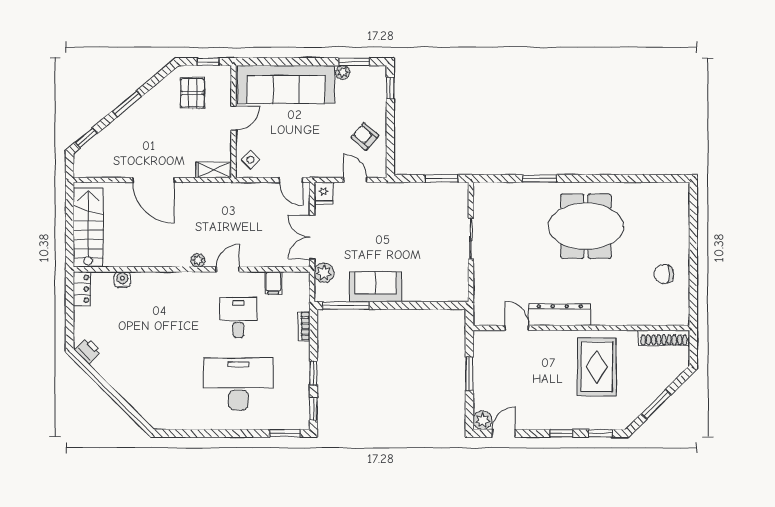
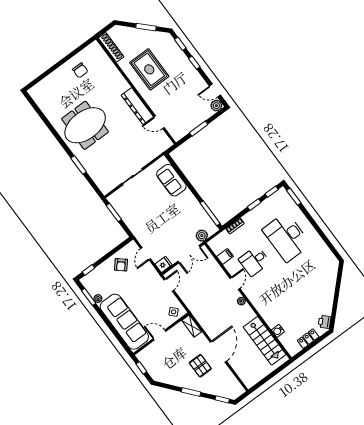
pallet: (192, 93) -> (200, 366), moved, turned 90
meeting table: (586, 226) -> (85, 125), turned 90
stairs: (88, 228) -> (265, 341), moved, turned -90
door: (228, 269) -> (235, 283), swing flipped
sofa: (375, 287) -> (171, 180), moved
locker: (82, 289) -> (308, 339), moved
door: (517, 328) -> (159, 122), hinge flipped
rug: (597, 367) -> (149, 69), turned 90

